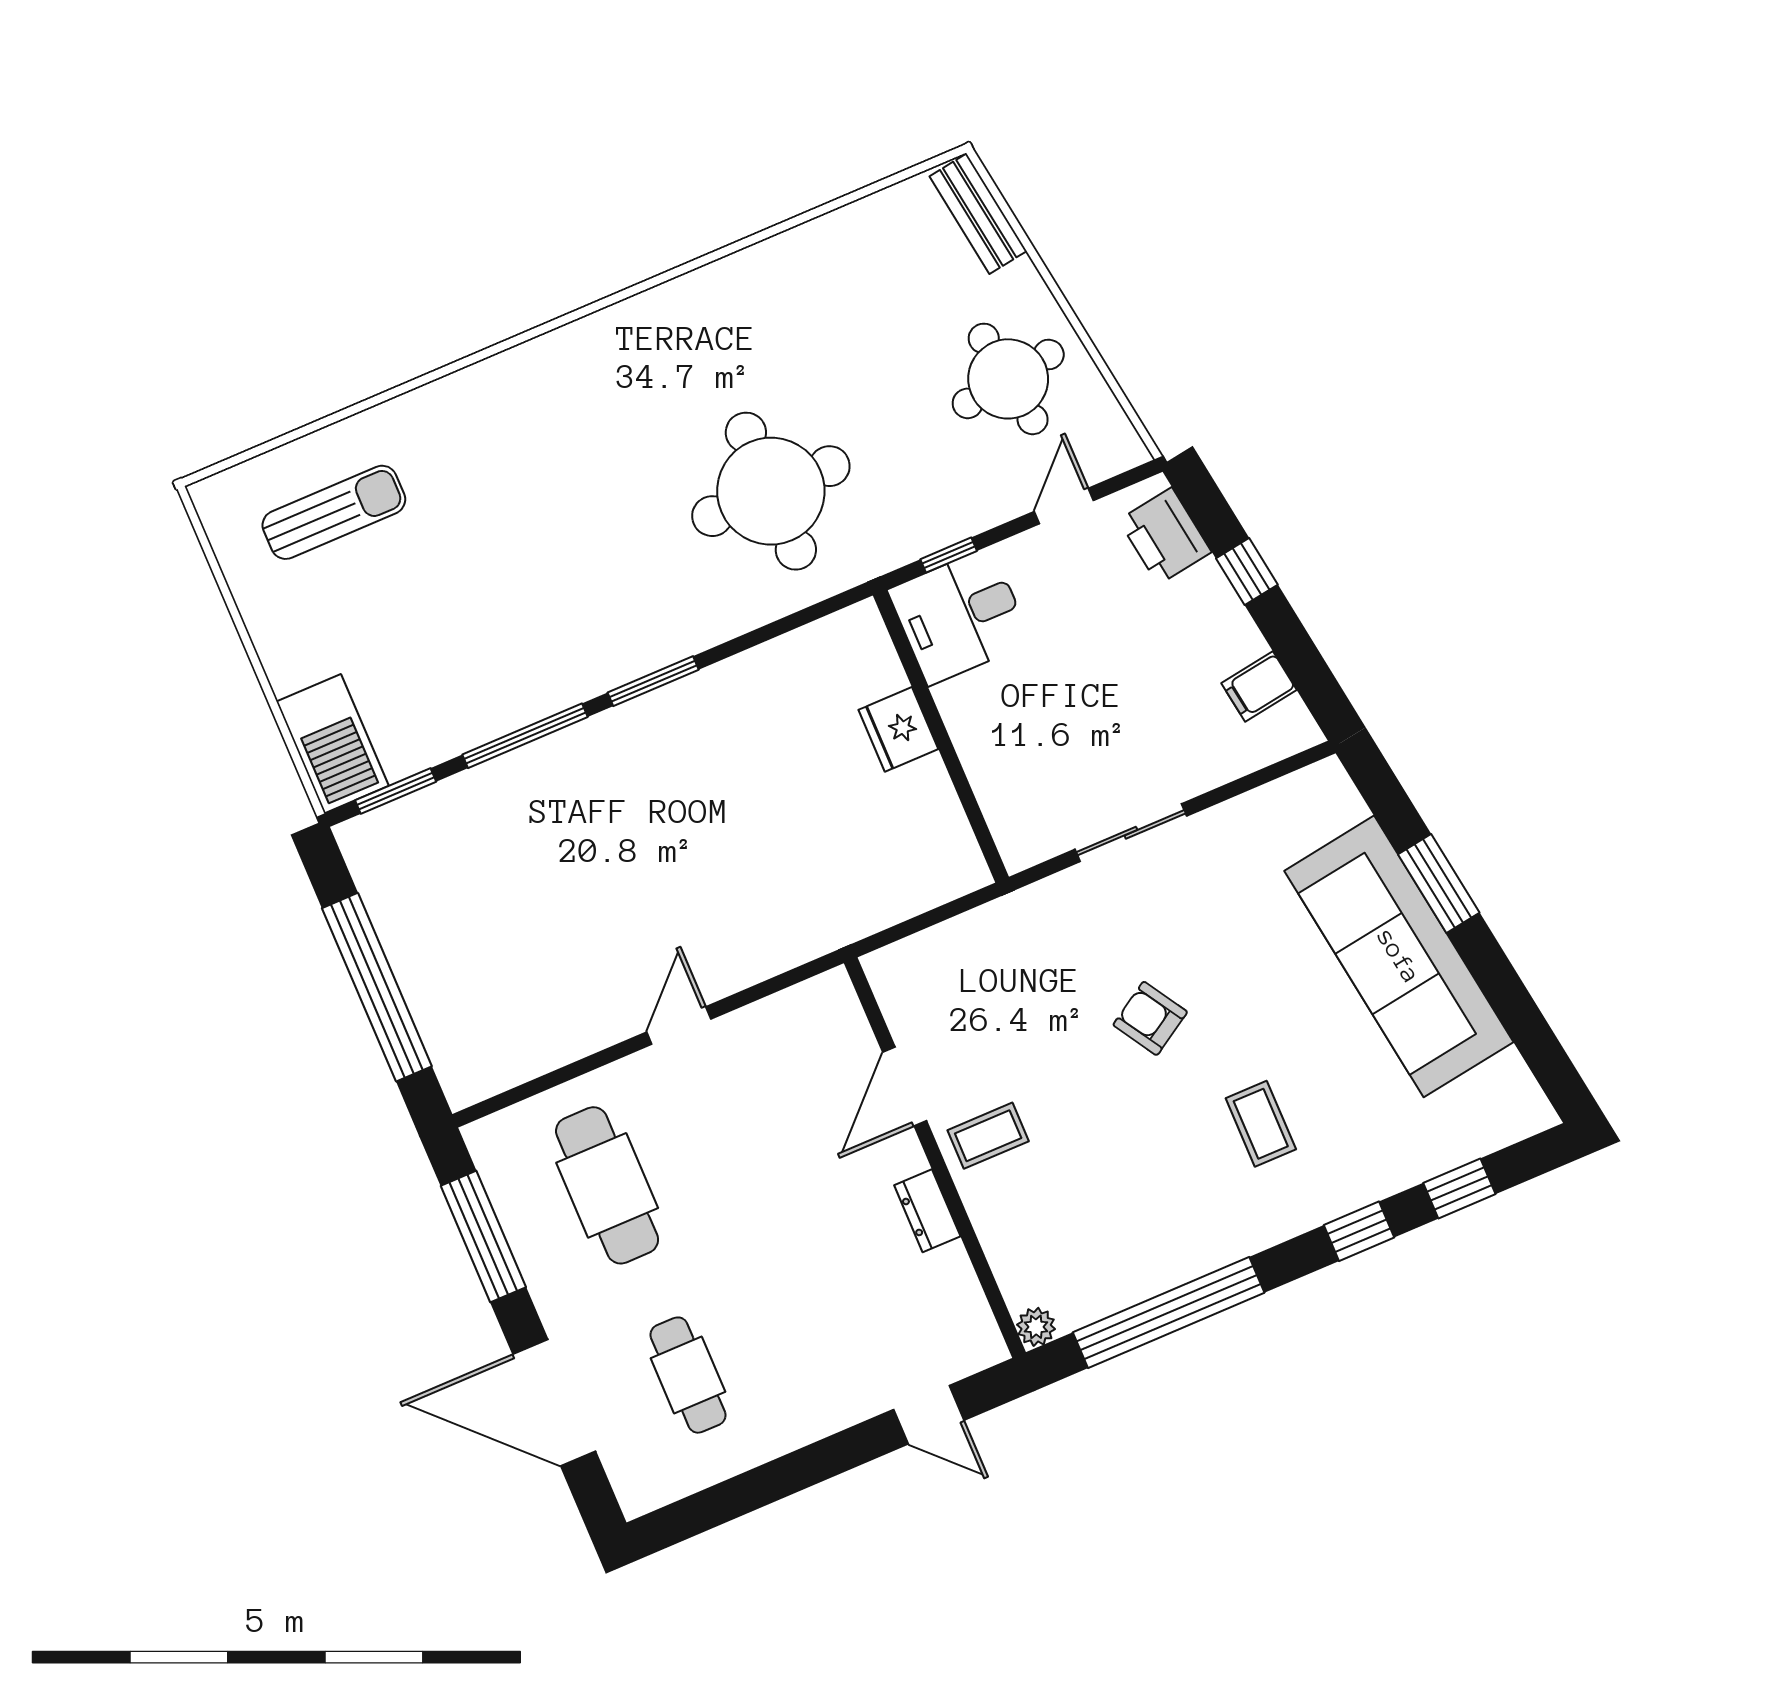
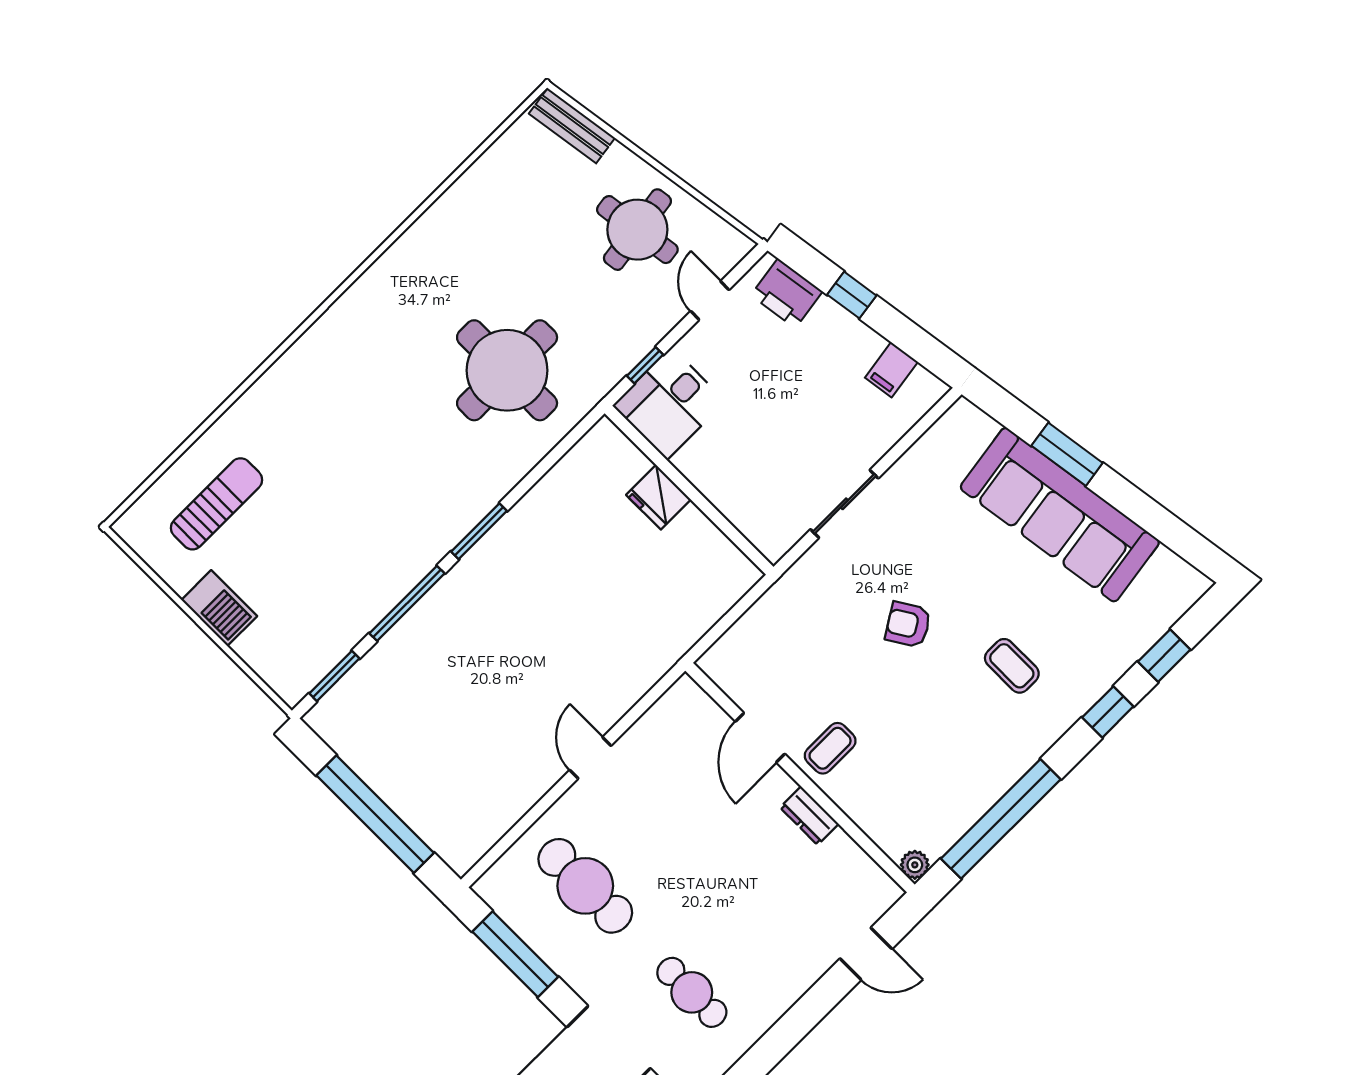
barbecue: (333, 744) -> (219, 608), moved, width x0.73, depth x0.83

